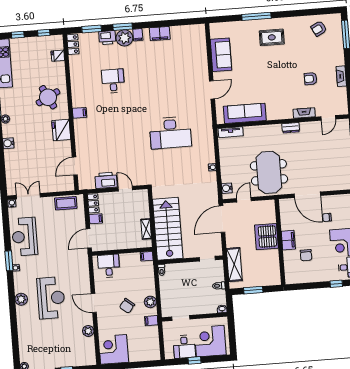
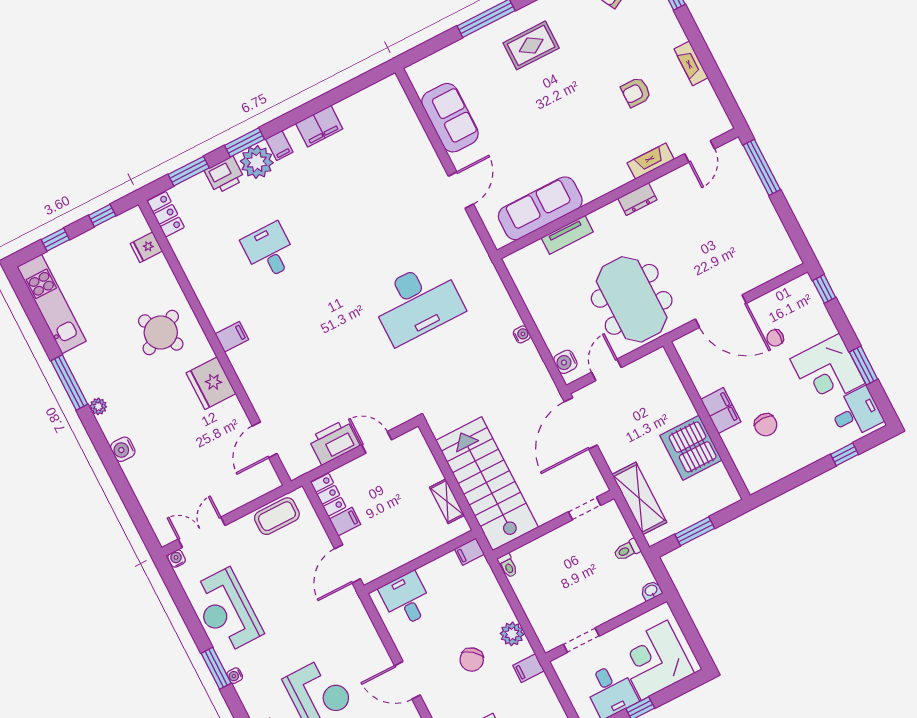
tv unit: (231, 132) -> (567, 235), moved
server rack: (266, 237) -> (691, 448), moved

